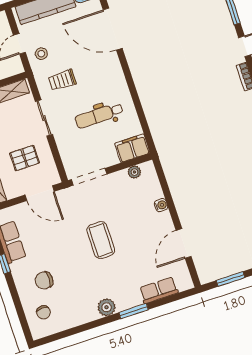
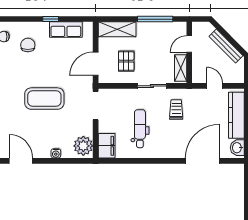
stool: (41, 54) -> (202, 100), removed
plant: (134, 172) -> (83, 146), width x1.88, depth x1.88
coffee table: (101, 240) -> (44, 99), width x1.36, depth x1.32

